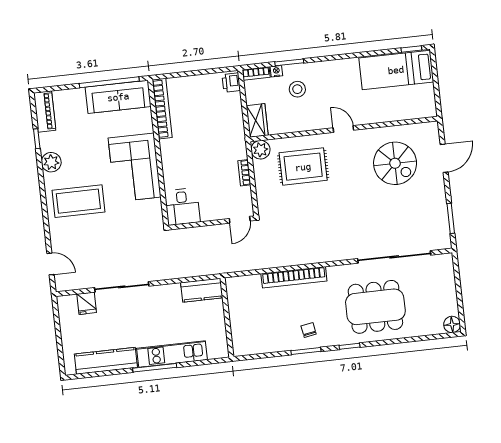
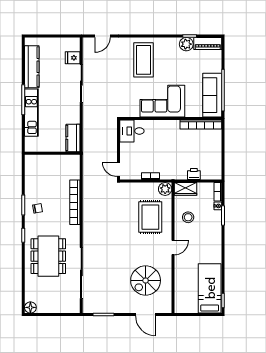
printer: (231, 83) -> (194, 174), moved
stool: (297, 89) -> (188, 217), moved
plant: (51, 162) -> (186, 44), moved

